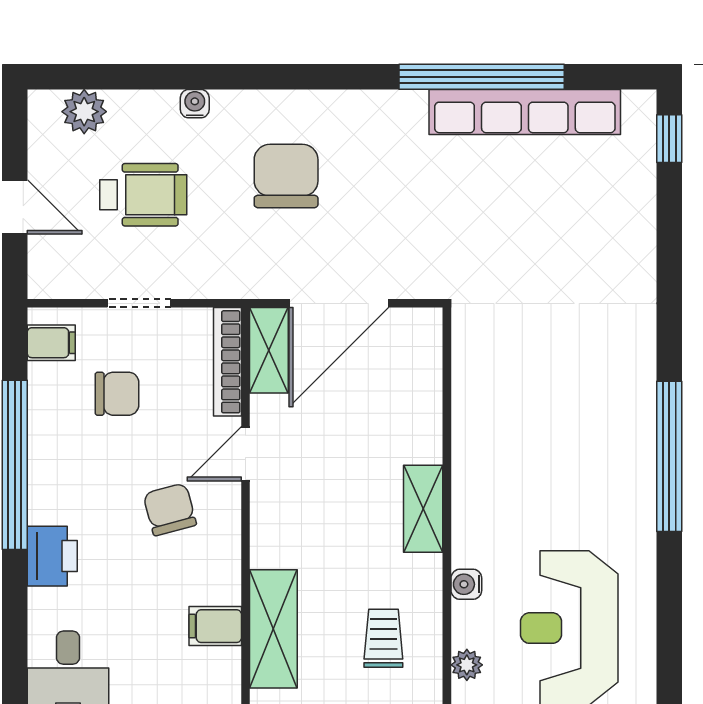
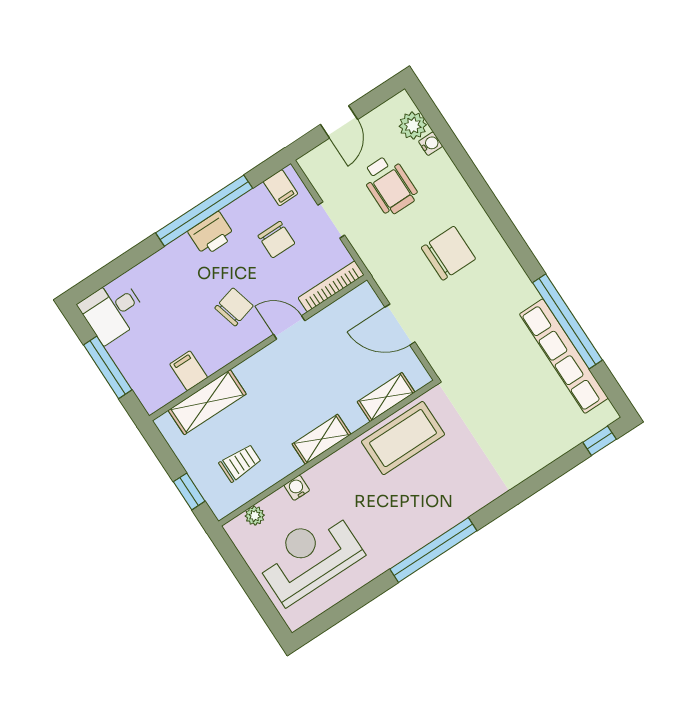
water cooler: (195, 104) -> (431, 144), moved
door: (339, 303) -> (400, 325), width x0.73
shelving: (269, 350) -> (386, 397), moved
coffee table: (493, 399) -> (403, 438), added
printer: (52, 556) -> (211, 234), moved

